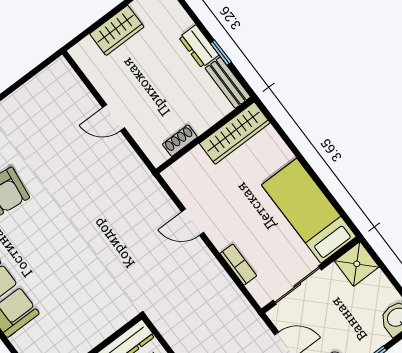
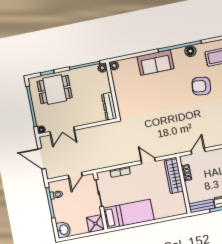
door: (114, 118) -> (198, 151), moved
wardrobe: (235, 133) -> (174, 176), moved
door: (193, 222) -> (148, 161), hinge flipped

